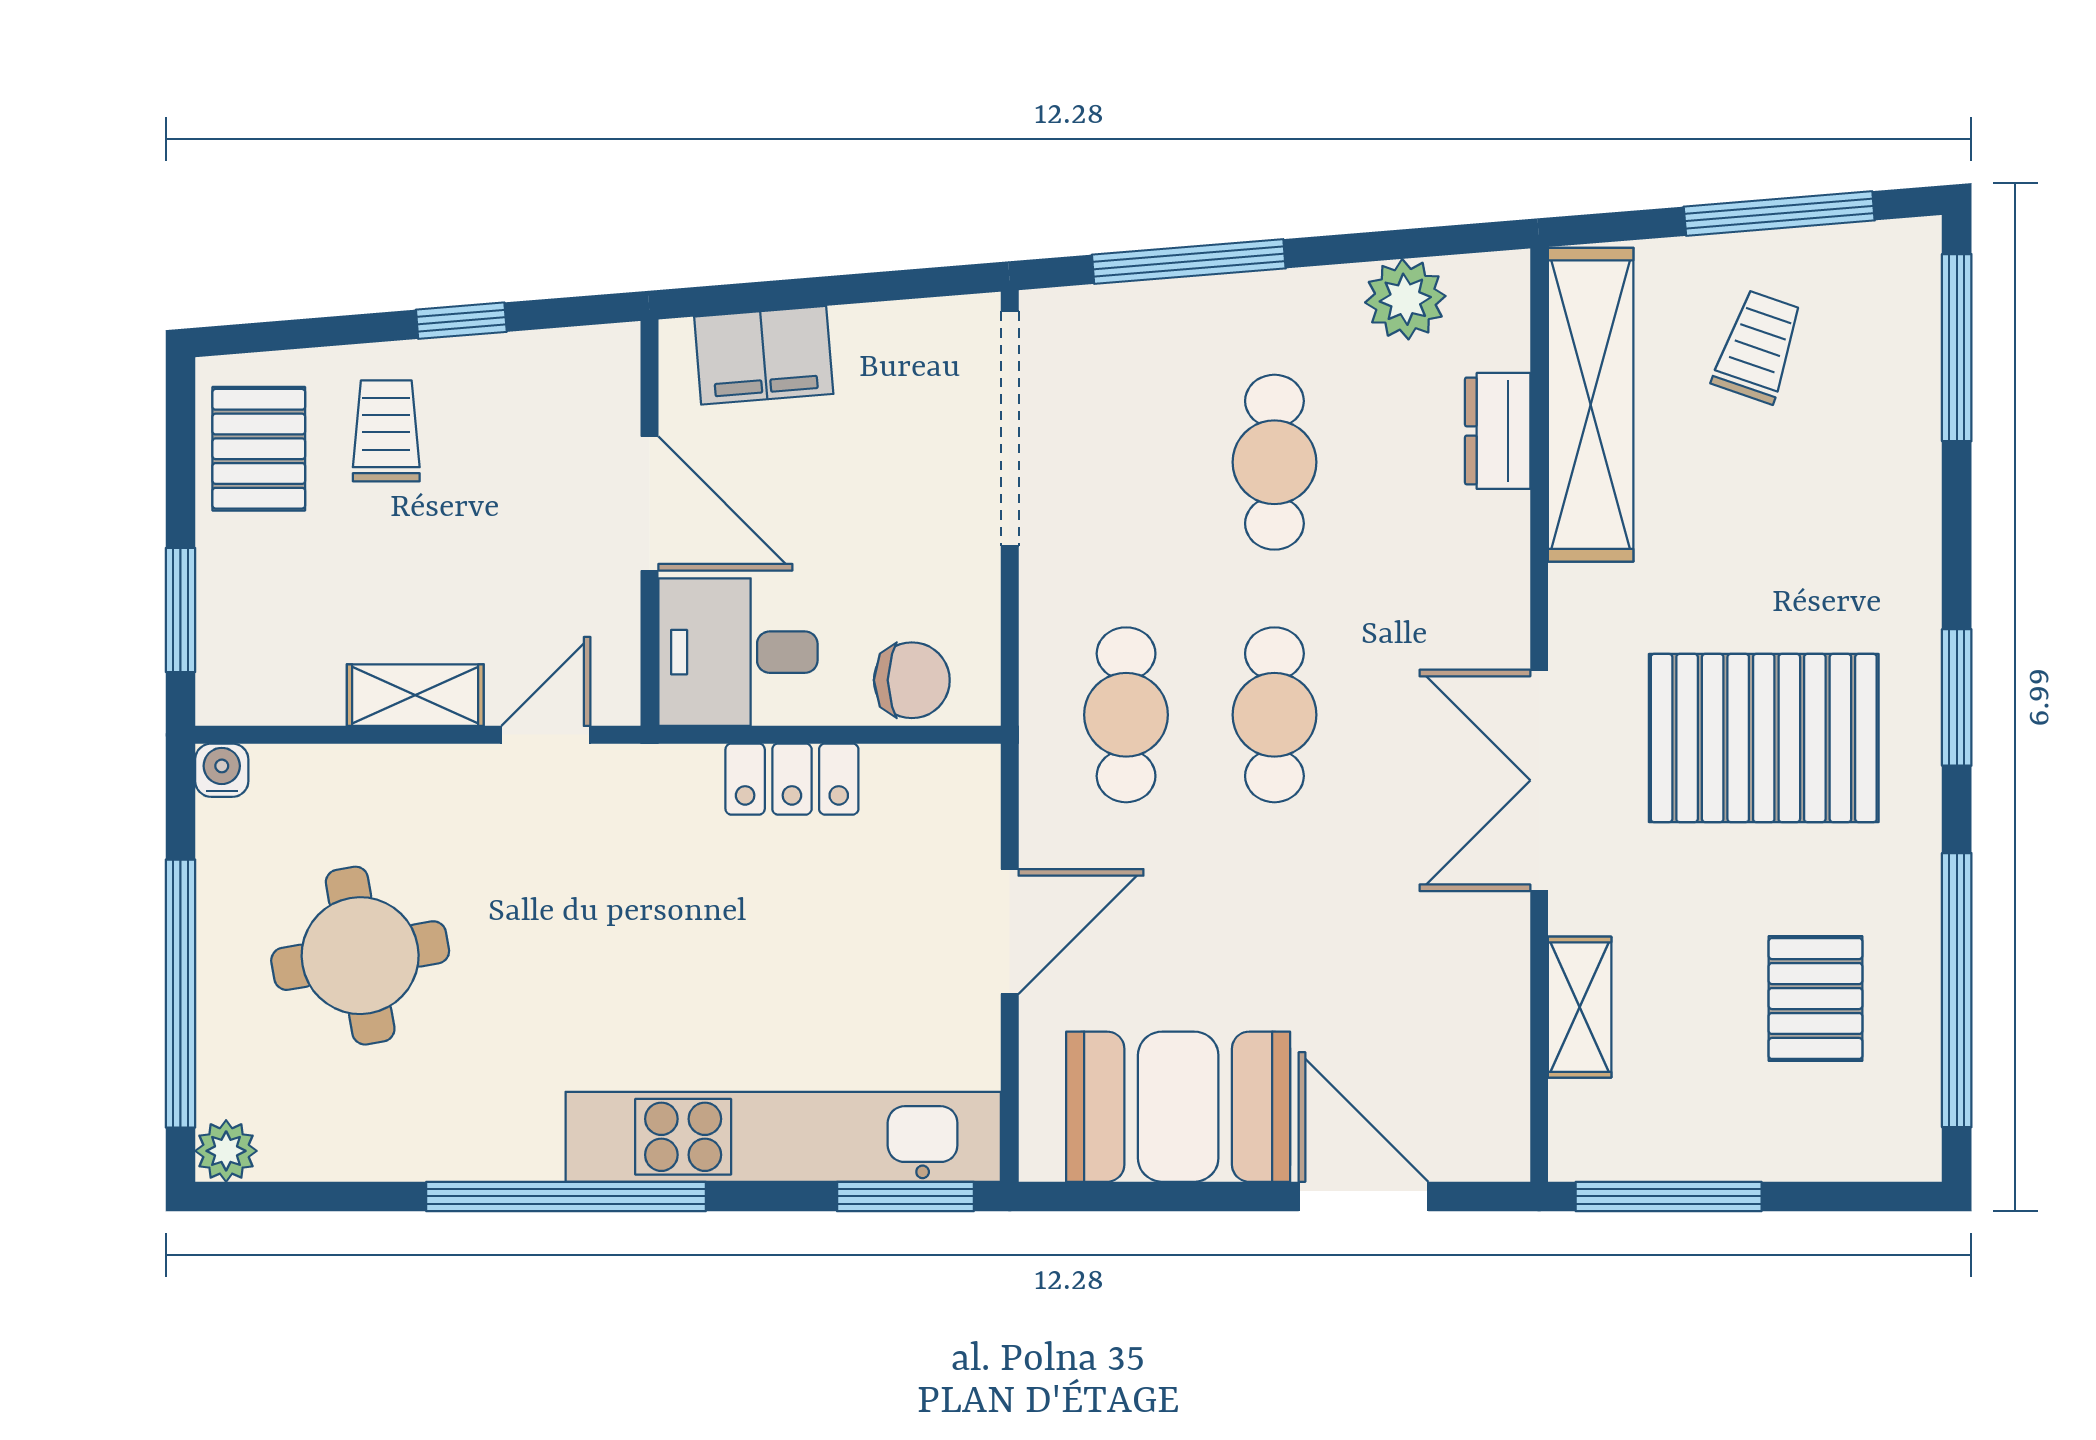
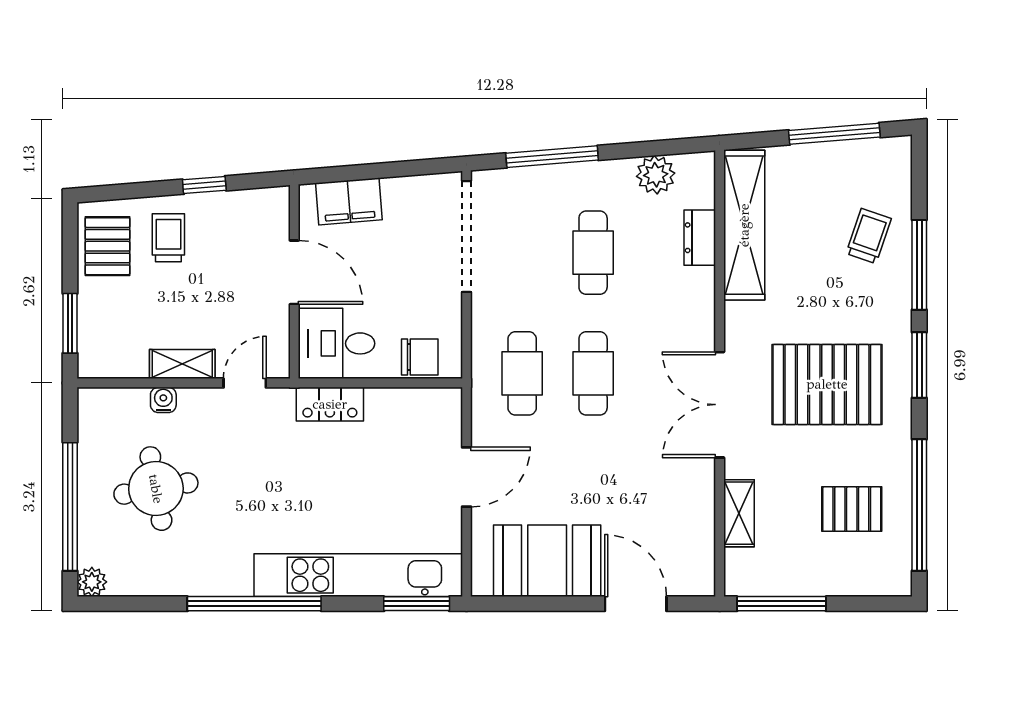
trolley: (1758, 347) -> (869, 236), moved
window: (1957, 348) -> (919, 265), moved
water cooler: (222, 770) -> (163, 400), moved
locker: (792, 779) -> (330, 404), moved
pallet: (1816, 999) -> (852, 509), turned 90

